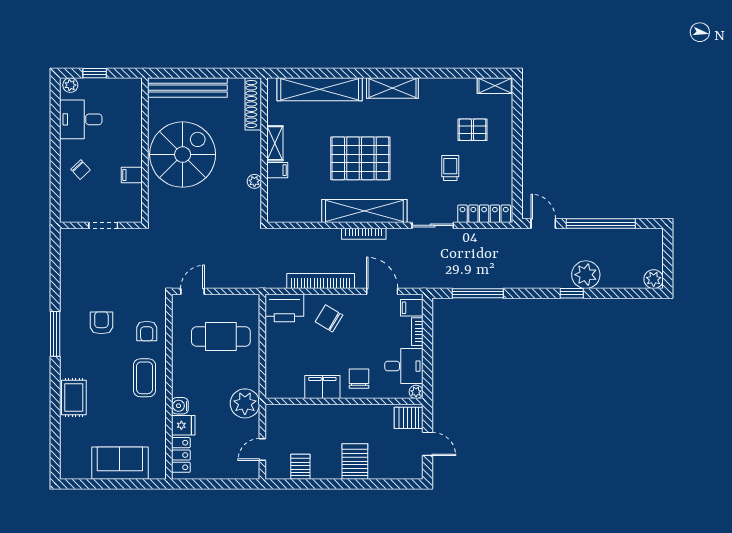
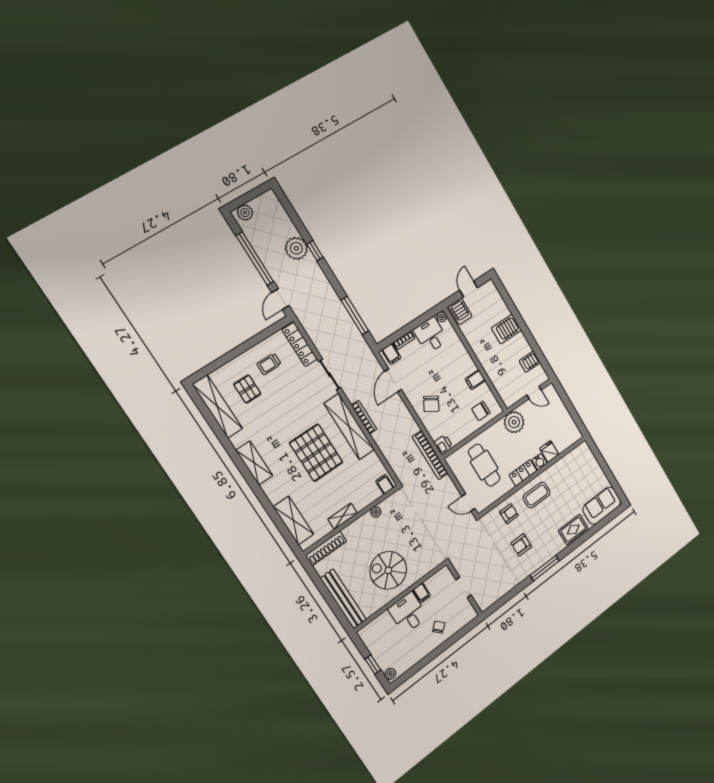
shelving: (495, 86) -> (217, 407), width x2.20, depth x1.33
shelving: (320, 89) -> (293, 521), width x0.68
desk: (81, 119) -> (408, 613), moved, turned 180
spiral stairs: (183, 155) -> (388, 570), width x0.73, depth x0.73
trolley: (450, 168) -> (269, 364), moved
filing cabinet: (277, 170) -> (385, 484), moved
plant: (654, 279) -> (245, 213), moved
bookcase: (321, 281) -> (430, 455), moved
printer: (284, 308) -> (443, 445), width x0.53, depth x0.68
chair: (359, 379) -> (481, 411), moved
filing cabinet: (322, 387) -> (475, 380), width x0.50
locker: (181, 455) -> (523, 473), moved
sofa: (120, 463) -> (602, 506), moved, turned 90

